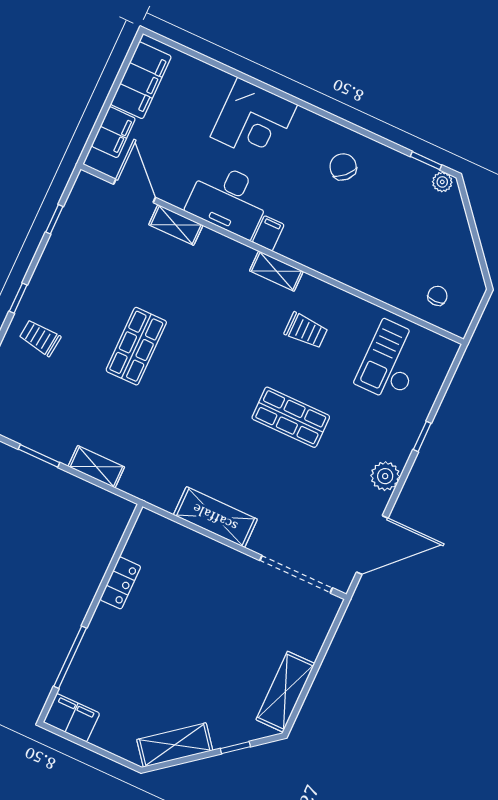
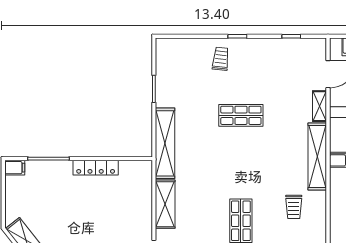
shelving: (276, 271) -> (317, 156), width x2.20, depth x1.33
shelving: (96, 467) -> (165, 143), width x2.20, depth x1.33
locker: (120, 583) -> (96, 168), width x1.53
filing cabinet: (72, 718) -> (15, 168), width x0.50

